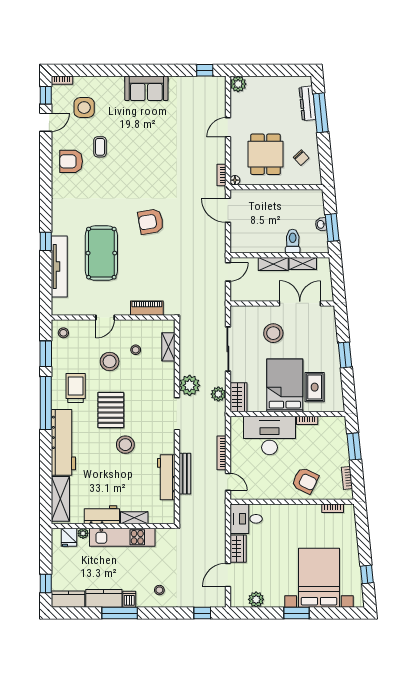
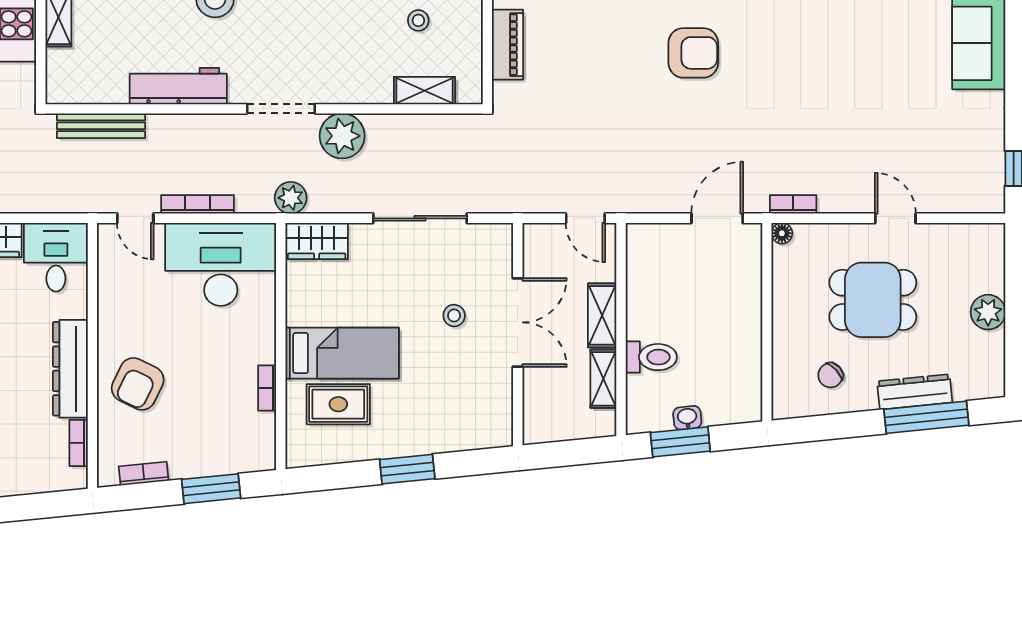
plant: (238, 84) -> (988, 312), moved
dresser: (307, 103) -> (915, 392), moved
dining table: (265, 154) -> (873, 300), moved
armchair: (151, 222) -> (693, 53), turned 100
double door: (300, 303) -> (518, 322), moved
stool: (273, 333) -> (454, 316), width x0.53, depth x0.53
bed: (285, 385) -> (342, 353), width x0.67
plant: (218, 394) -> (291, 198), moved
desk: (270, 435) -> (221, 264), moved, turned -90
bench: (185, 474) -> (101, 126), moved
workbench: (166, 477) -> (178, 86), moved
door: (228, 482) -> (135, 218), hinge flipped
dresser: (298, 512) -> (70, 369), added

